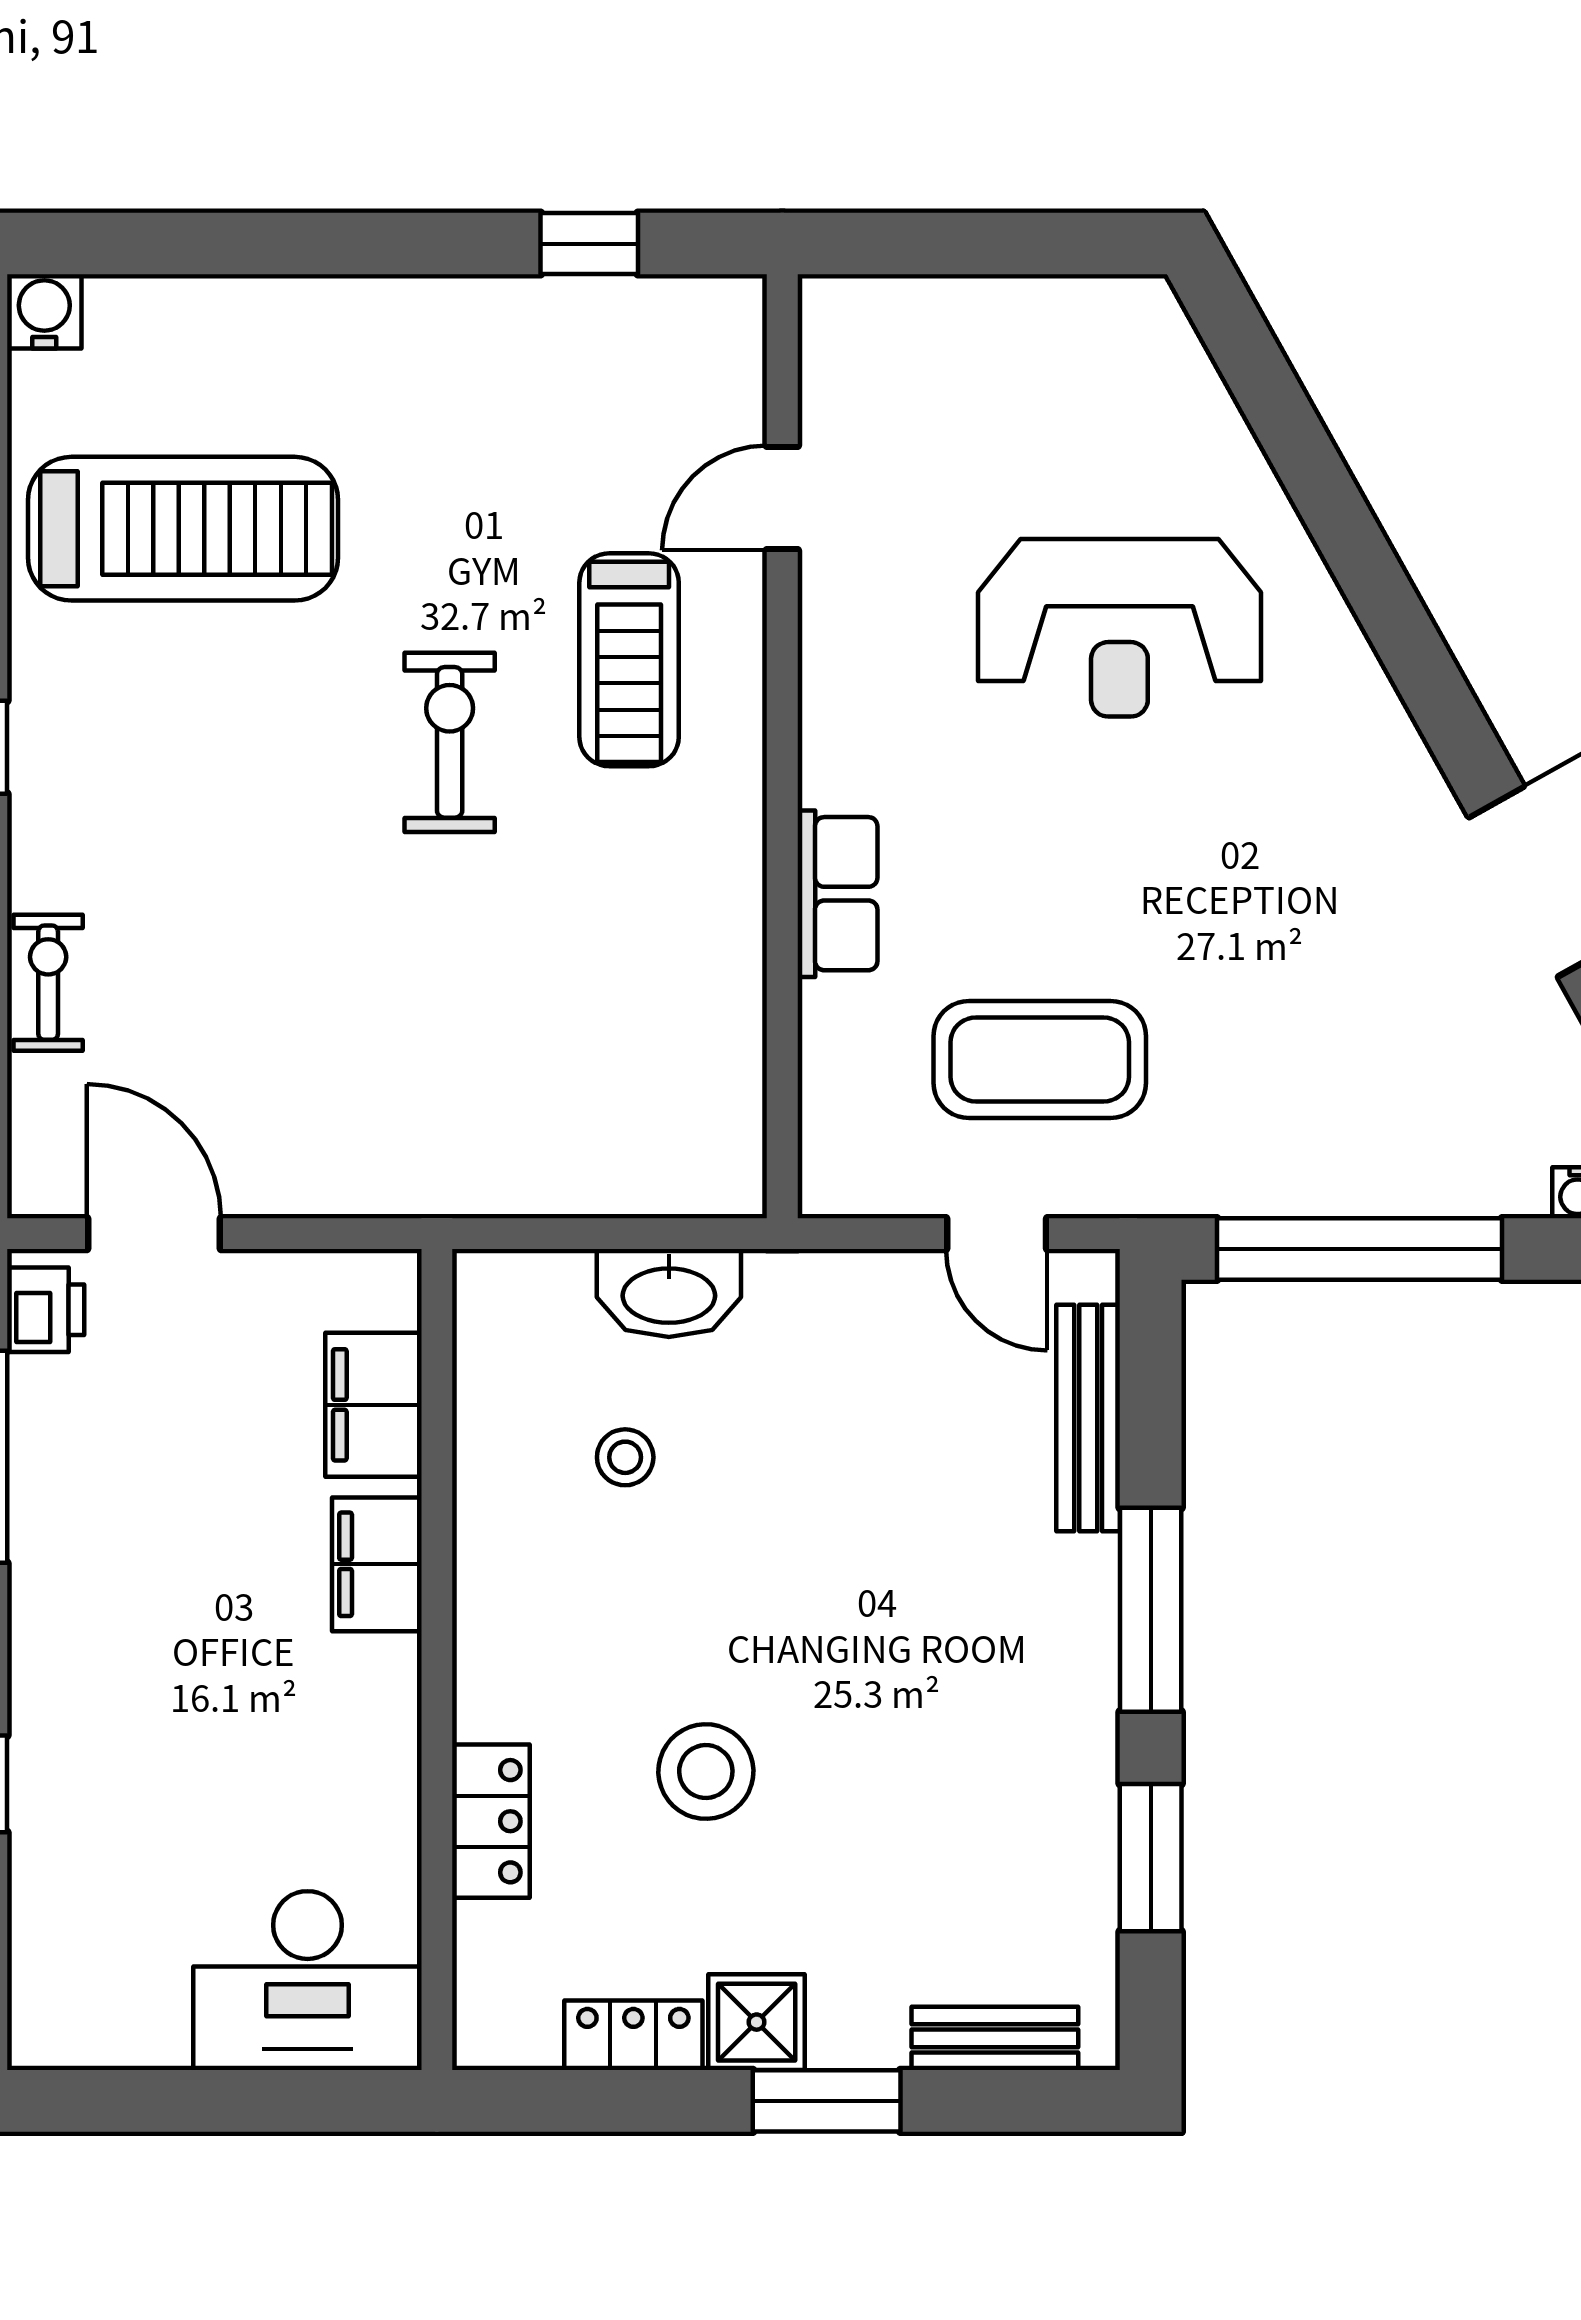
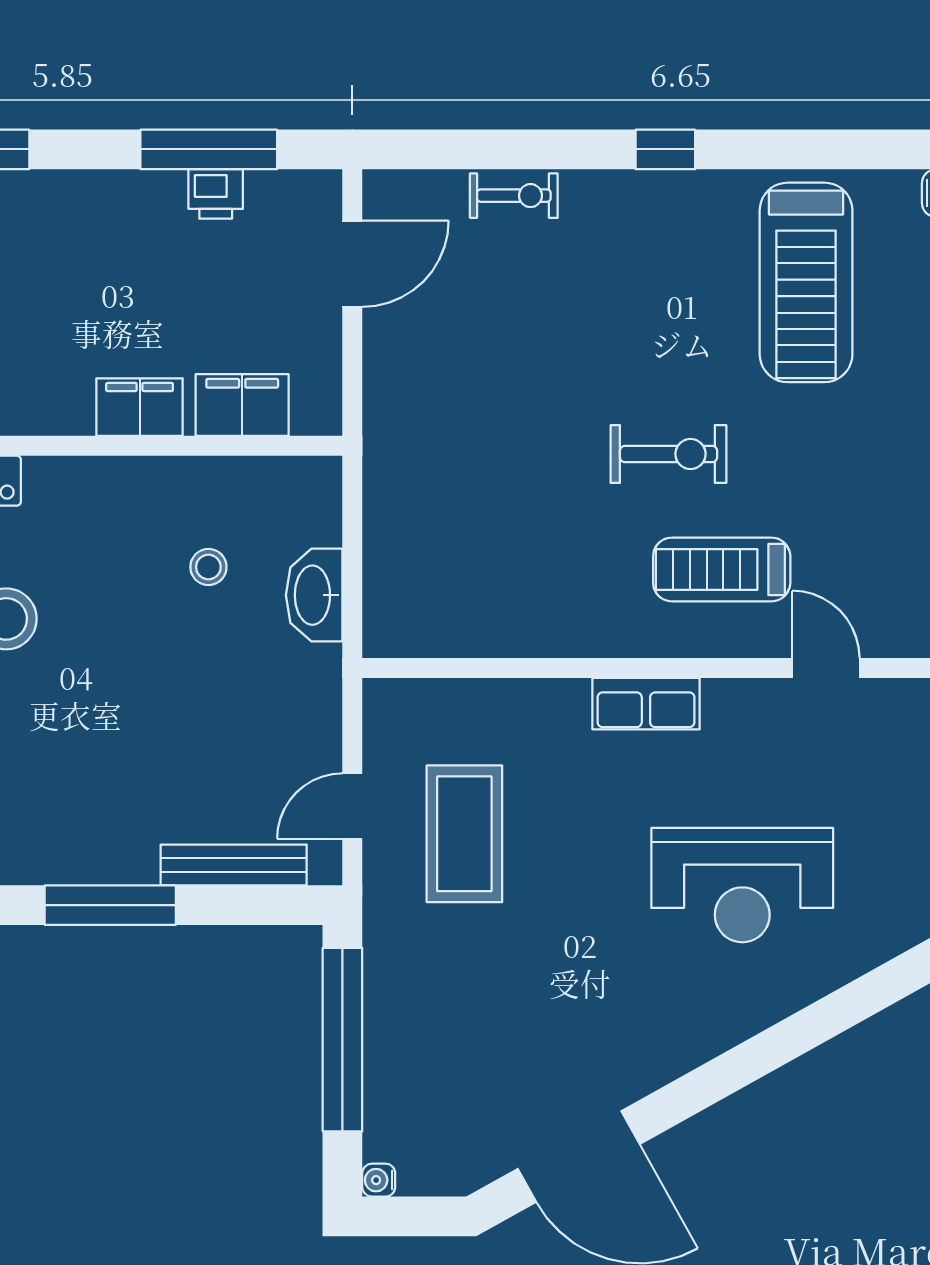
reception desk: (1119, 628) -> (742, 885), turned -90
row of seats: (837, 894) -> (646, 704), moved
printer: (46, 1310) -> (216, 194), moved

